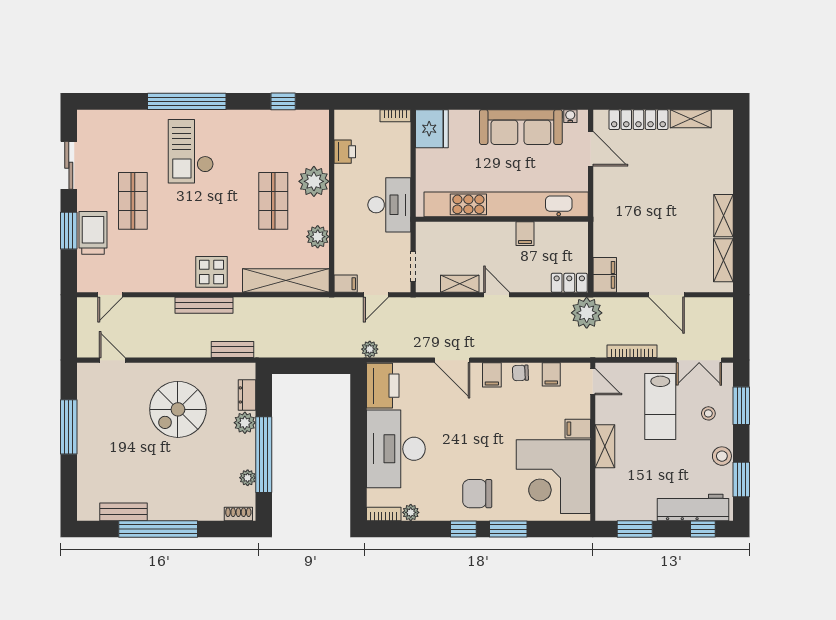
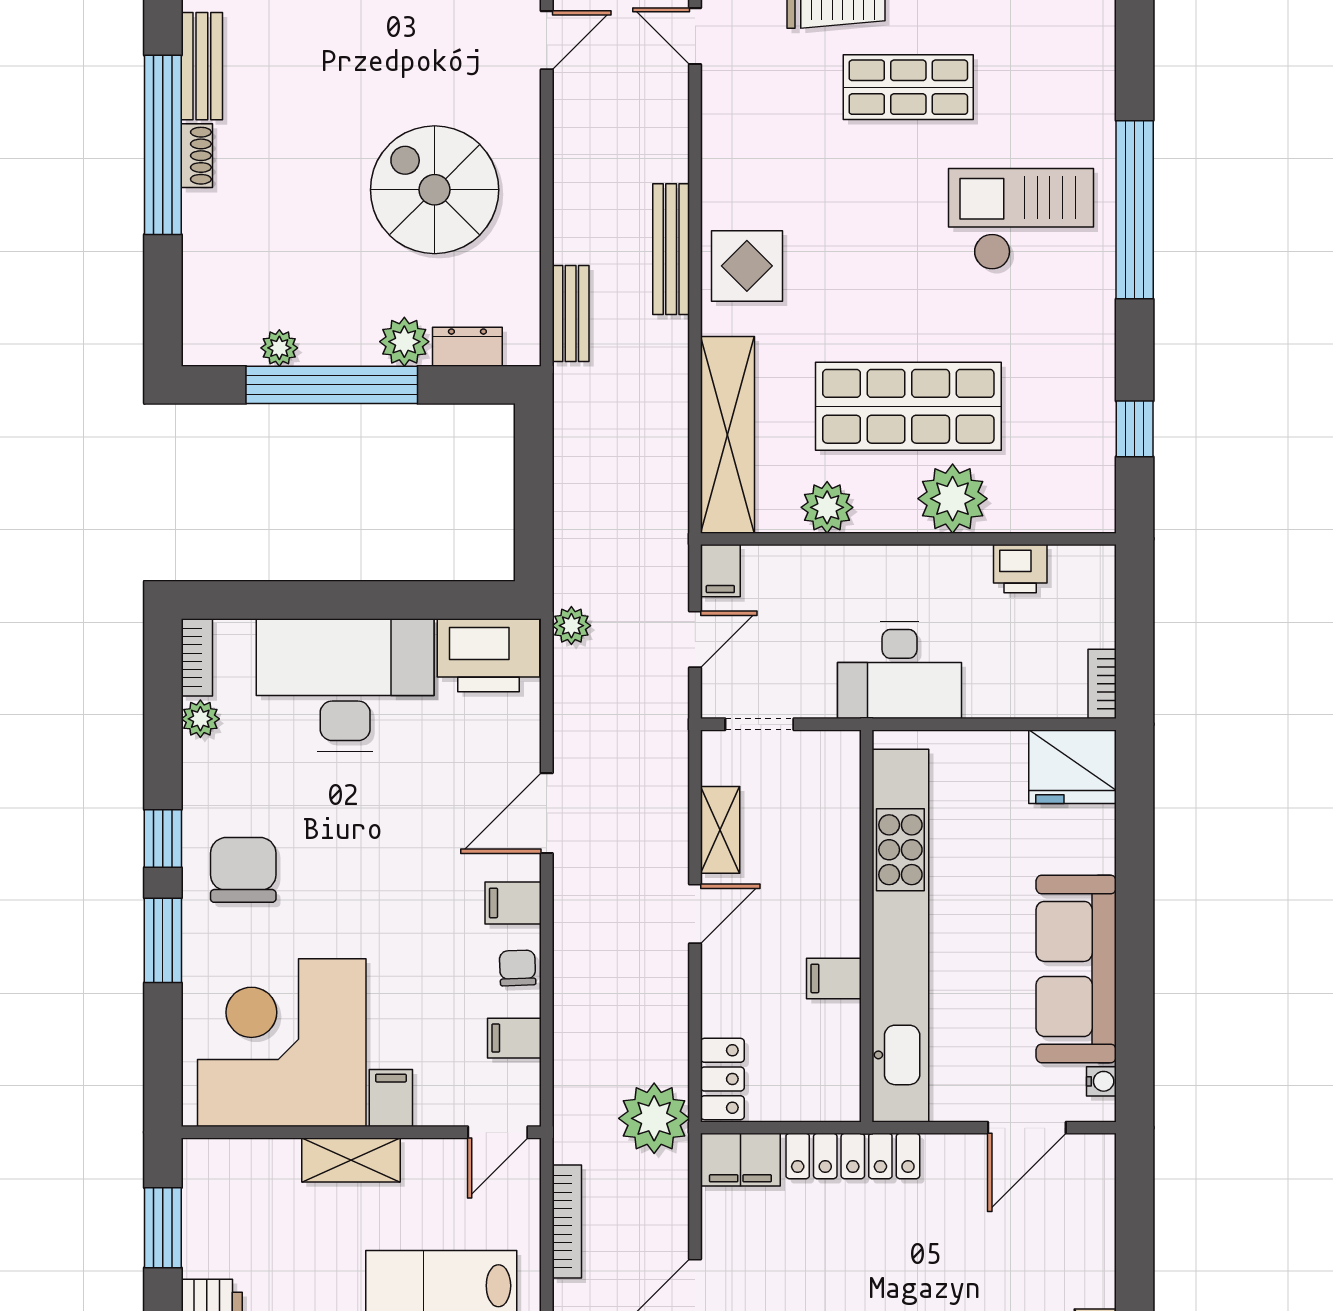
locker: (638, 120) -> (853, 1156), moved, turned -90
shop shelf: (273, 201) -> (908, 406), width x1.43, depth x1.36
door: (376, 295) -> (695, 639), swing flipped
shoe rack: (238, 514) -> (197, 156), moved

